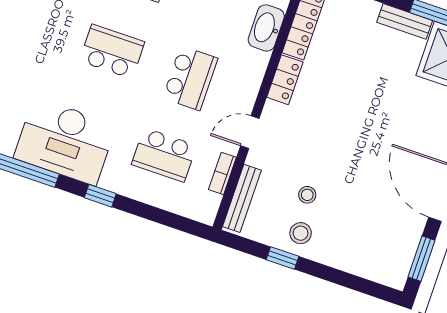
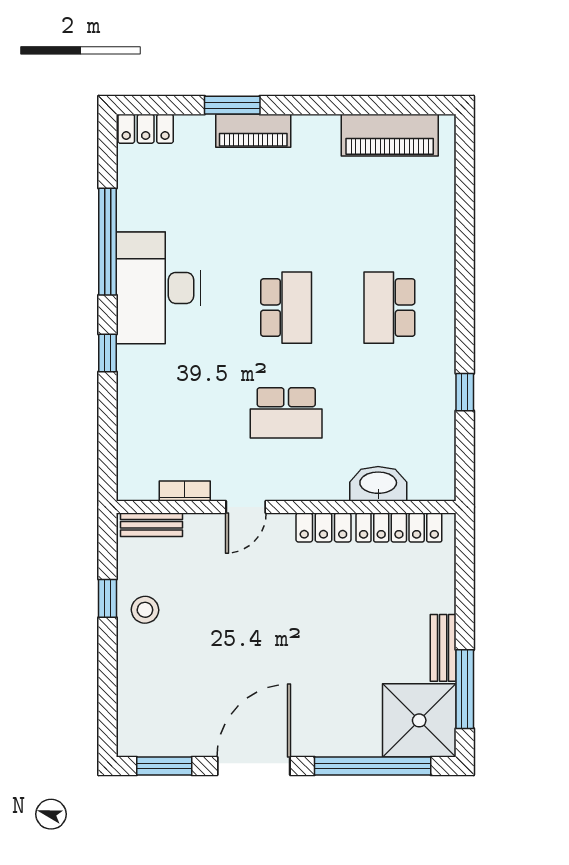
door: (250, 132) -> (246, 507), swing flipped
school desk: (164, 155) -> (183, 413), removed
stool: (307, 195) -> (194, 602), removed
bench: (242, 198) -> (151, 525), width x0.73

